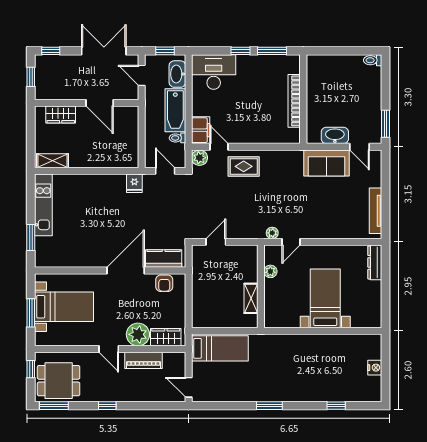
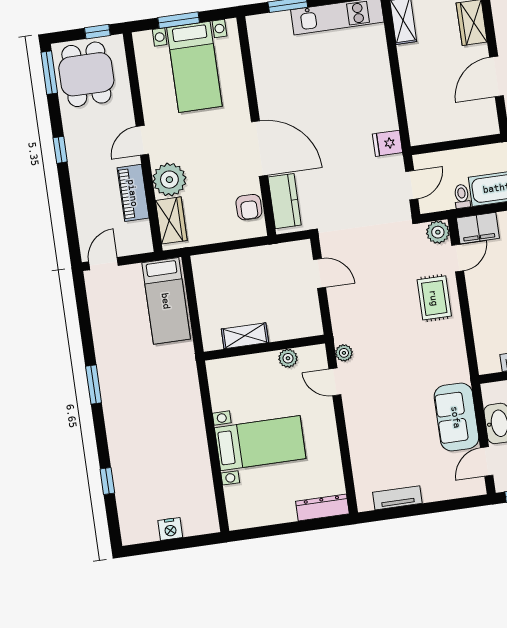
tv unit: (376, 211) -> (397, 498), width x0.71
armchair: (164, 283) -> (249, 207), turned -90

